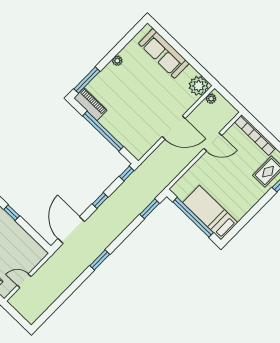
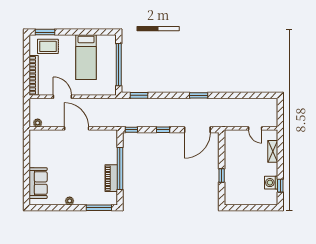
sofa: (164, 53) -> (38, 183), width x0.73
plant: (199, 86) -> (37, 138), removed
piano: (90, 104) -> (111, 178), moved
bed: (210, 213) -> (86, 57), moved

